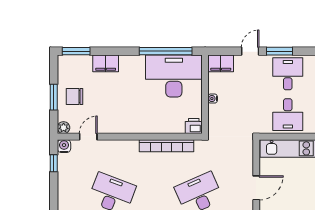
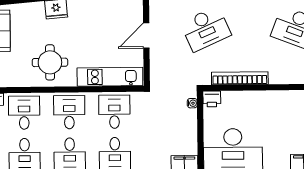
water cooler: (213, 99) -> (192, 103), moved

